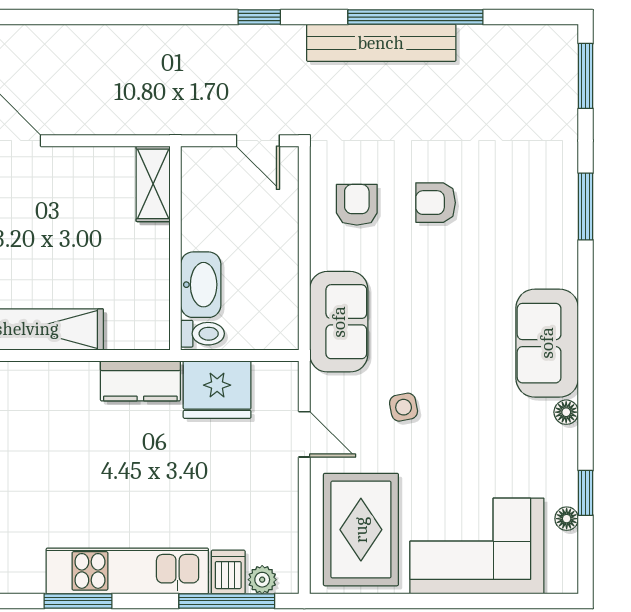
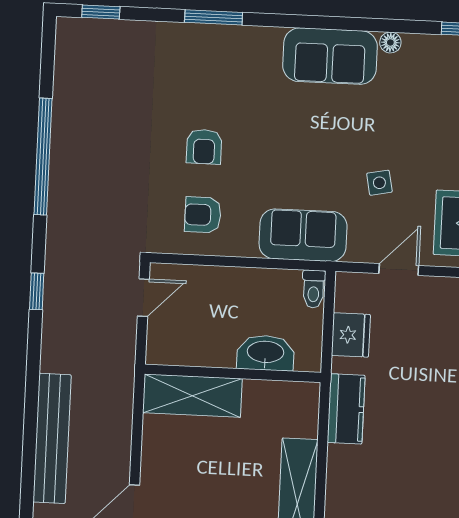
bench: (381, 43) -> (52, 438), moved
window: (586, 76) -> (101, 12), width x0.67
shelving: (153, 184) -> (192, 396), width x1.50, depth x1.33
toilet: (203, 334) -> (314, 289), moved, turned 180
fridge: (217, 390) -> (351, 335), width x0.73, depth x0.75

